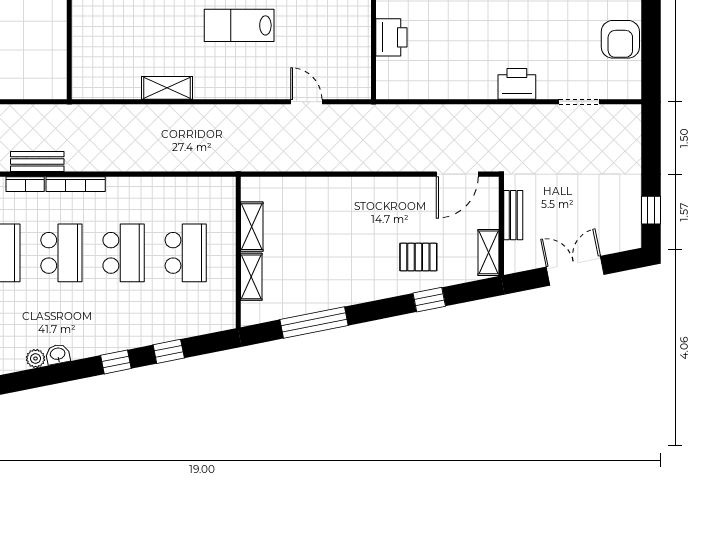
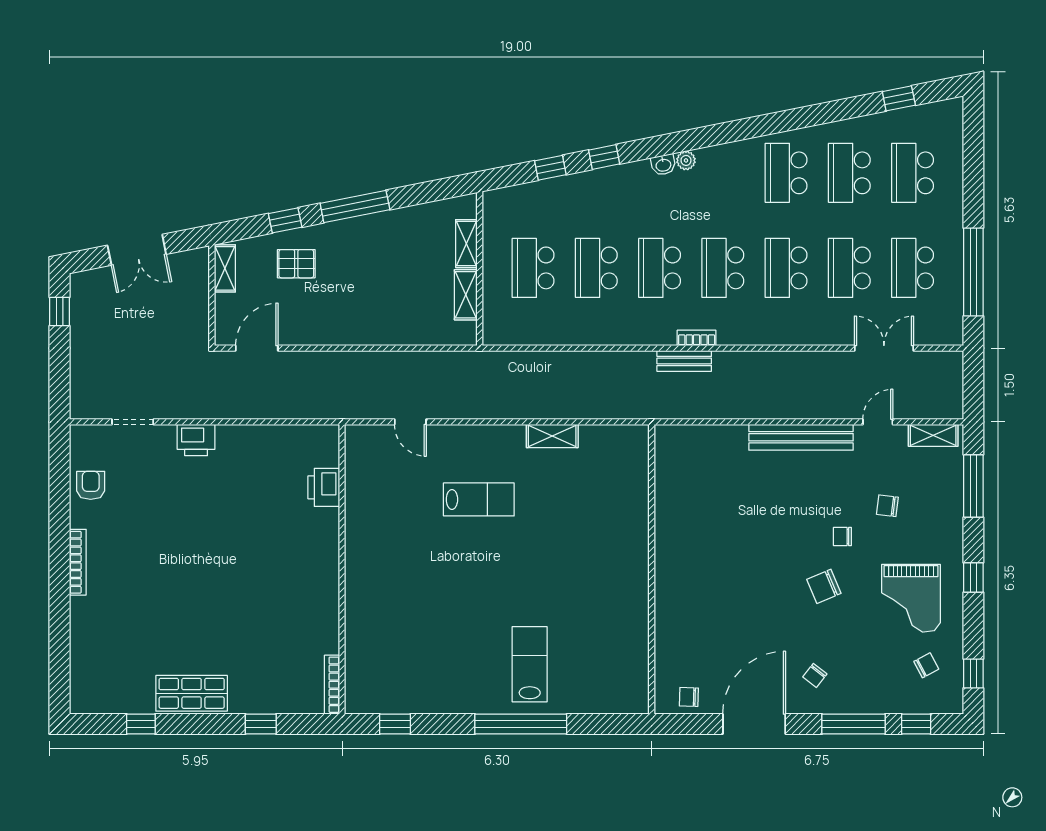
armchair: (620, 39) -> (91, 485), width x0.72, depth x0.72
bookcase: (76, 184) -> (645, 338), removed
bench: (513, 215) -> (200, 306), removed
window: (314, 323) -> (355, 206), moved

